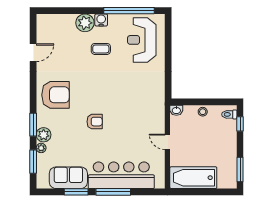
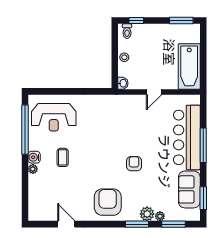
plant: (85, 23) -> (33, 169), width x0.53, depth x0.53
window: (76, 192) -> (203, 198), moved

